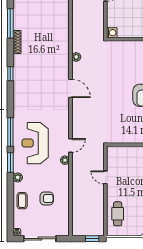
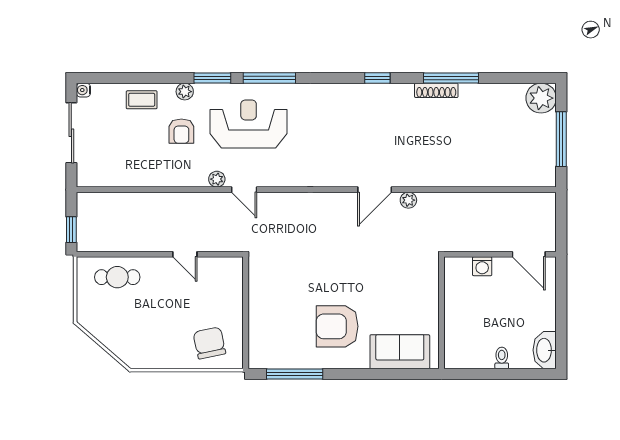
window: (10, 23) -> (451, 78), moved
washing machine: (112, 33) -> (482, 266), moved
door: (71, 88) -> (375, 190), moved
door: (105, 177) -> (185, 254), swing flipped
armchair: (47, 199) -> (181, 131), moved

